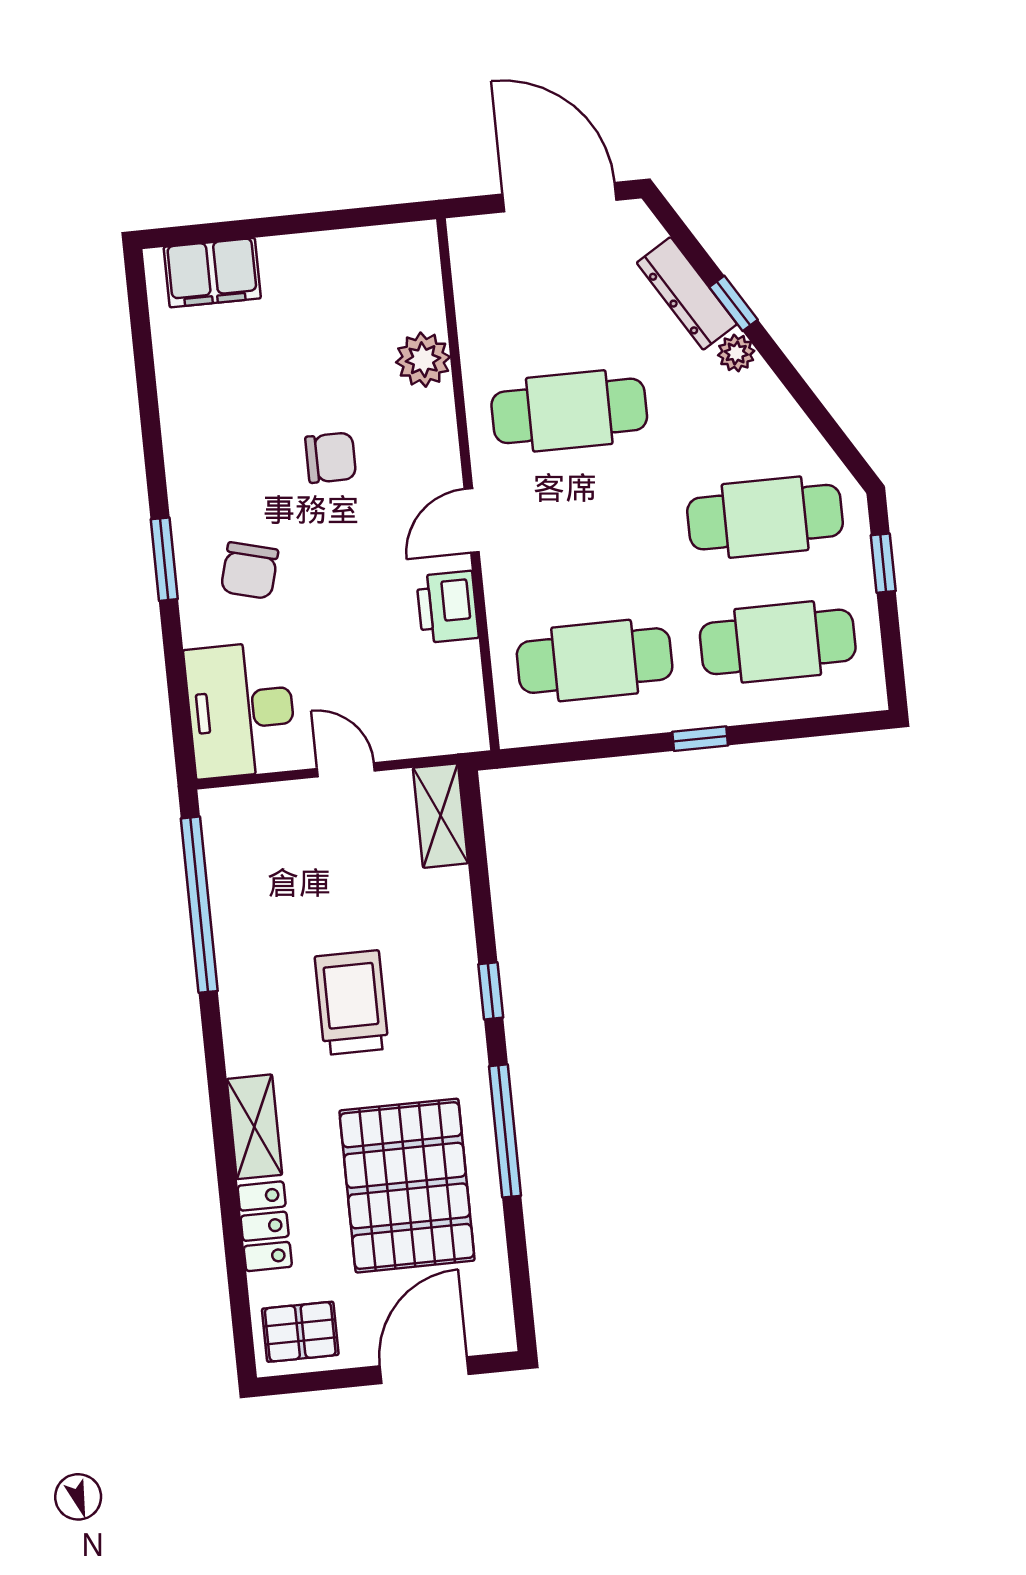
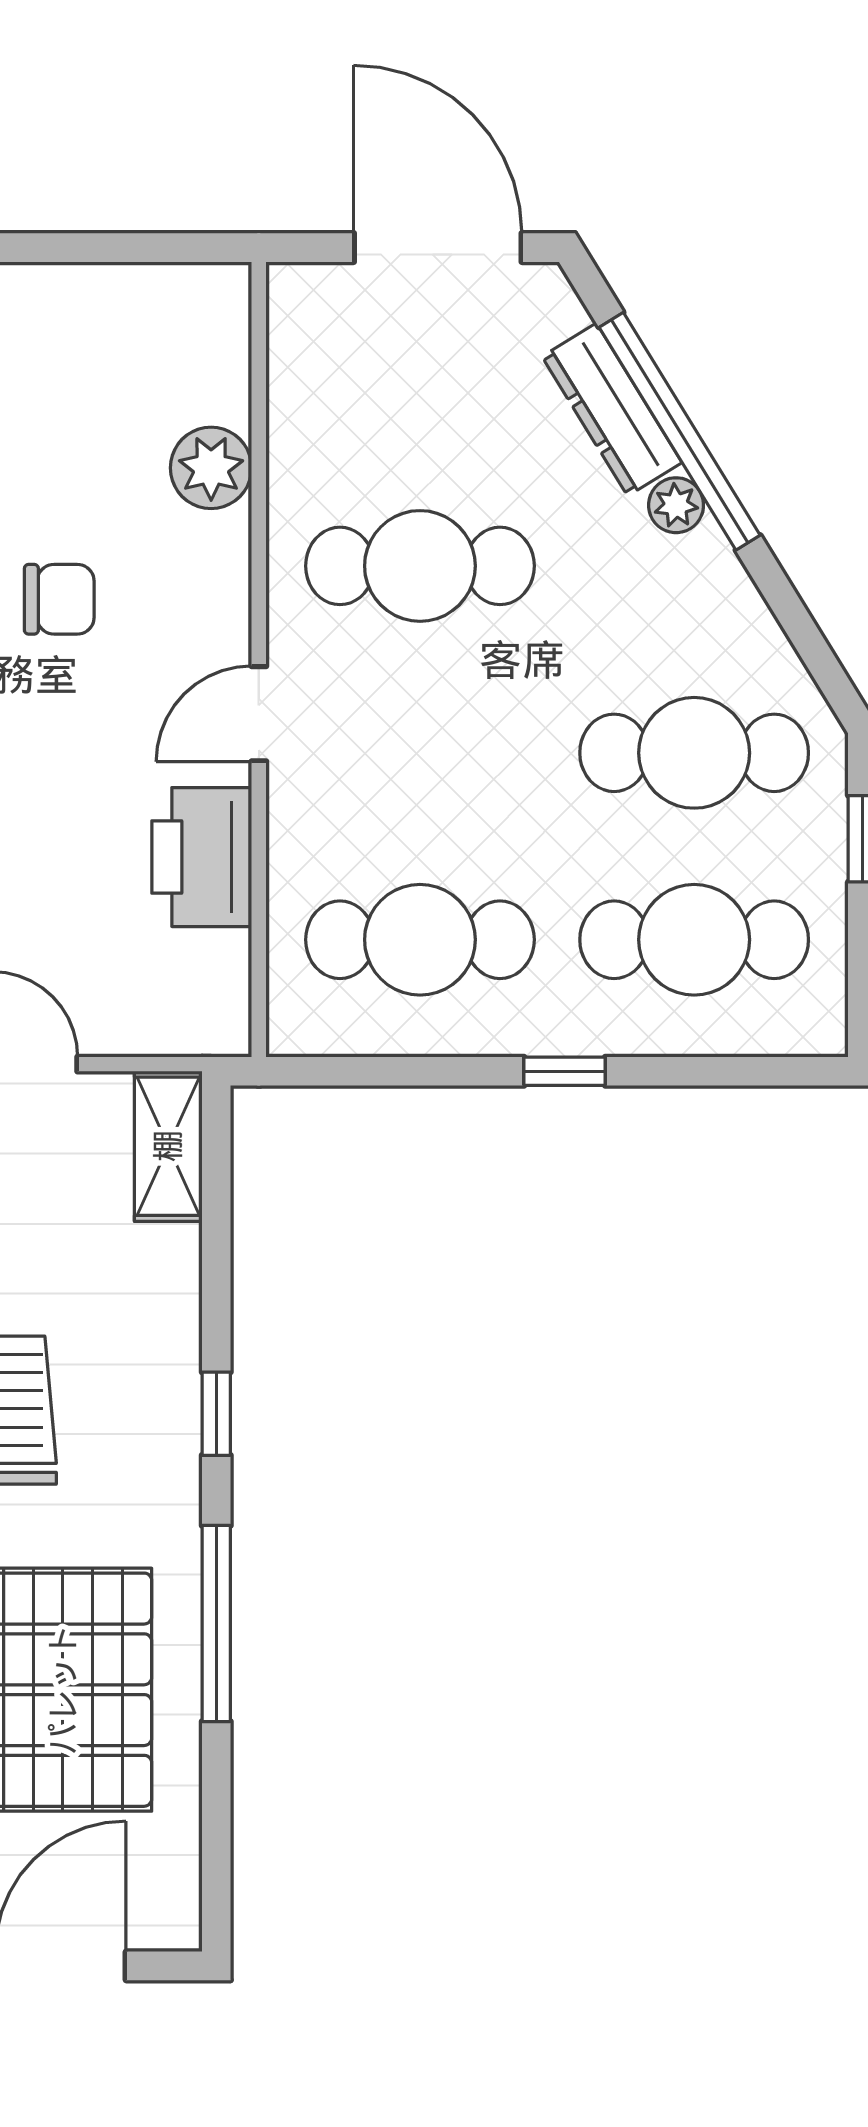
window: (734, 303) -> (680, 431), width x3.17
printer: (447, 607) -> (202, 857), width x1.37, depth x1.19

